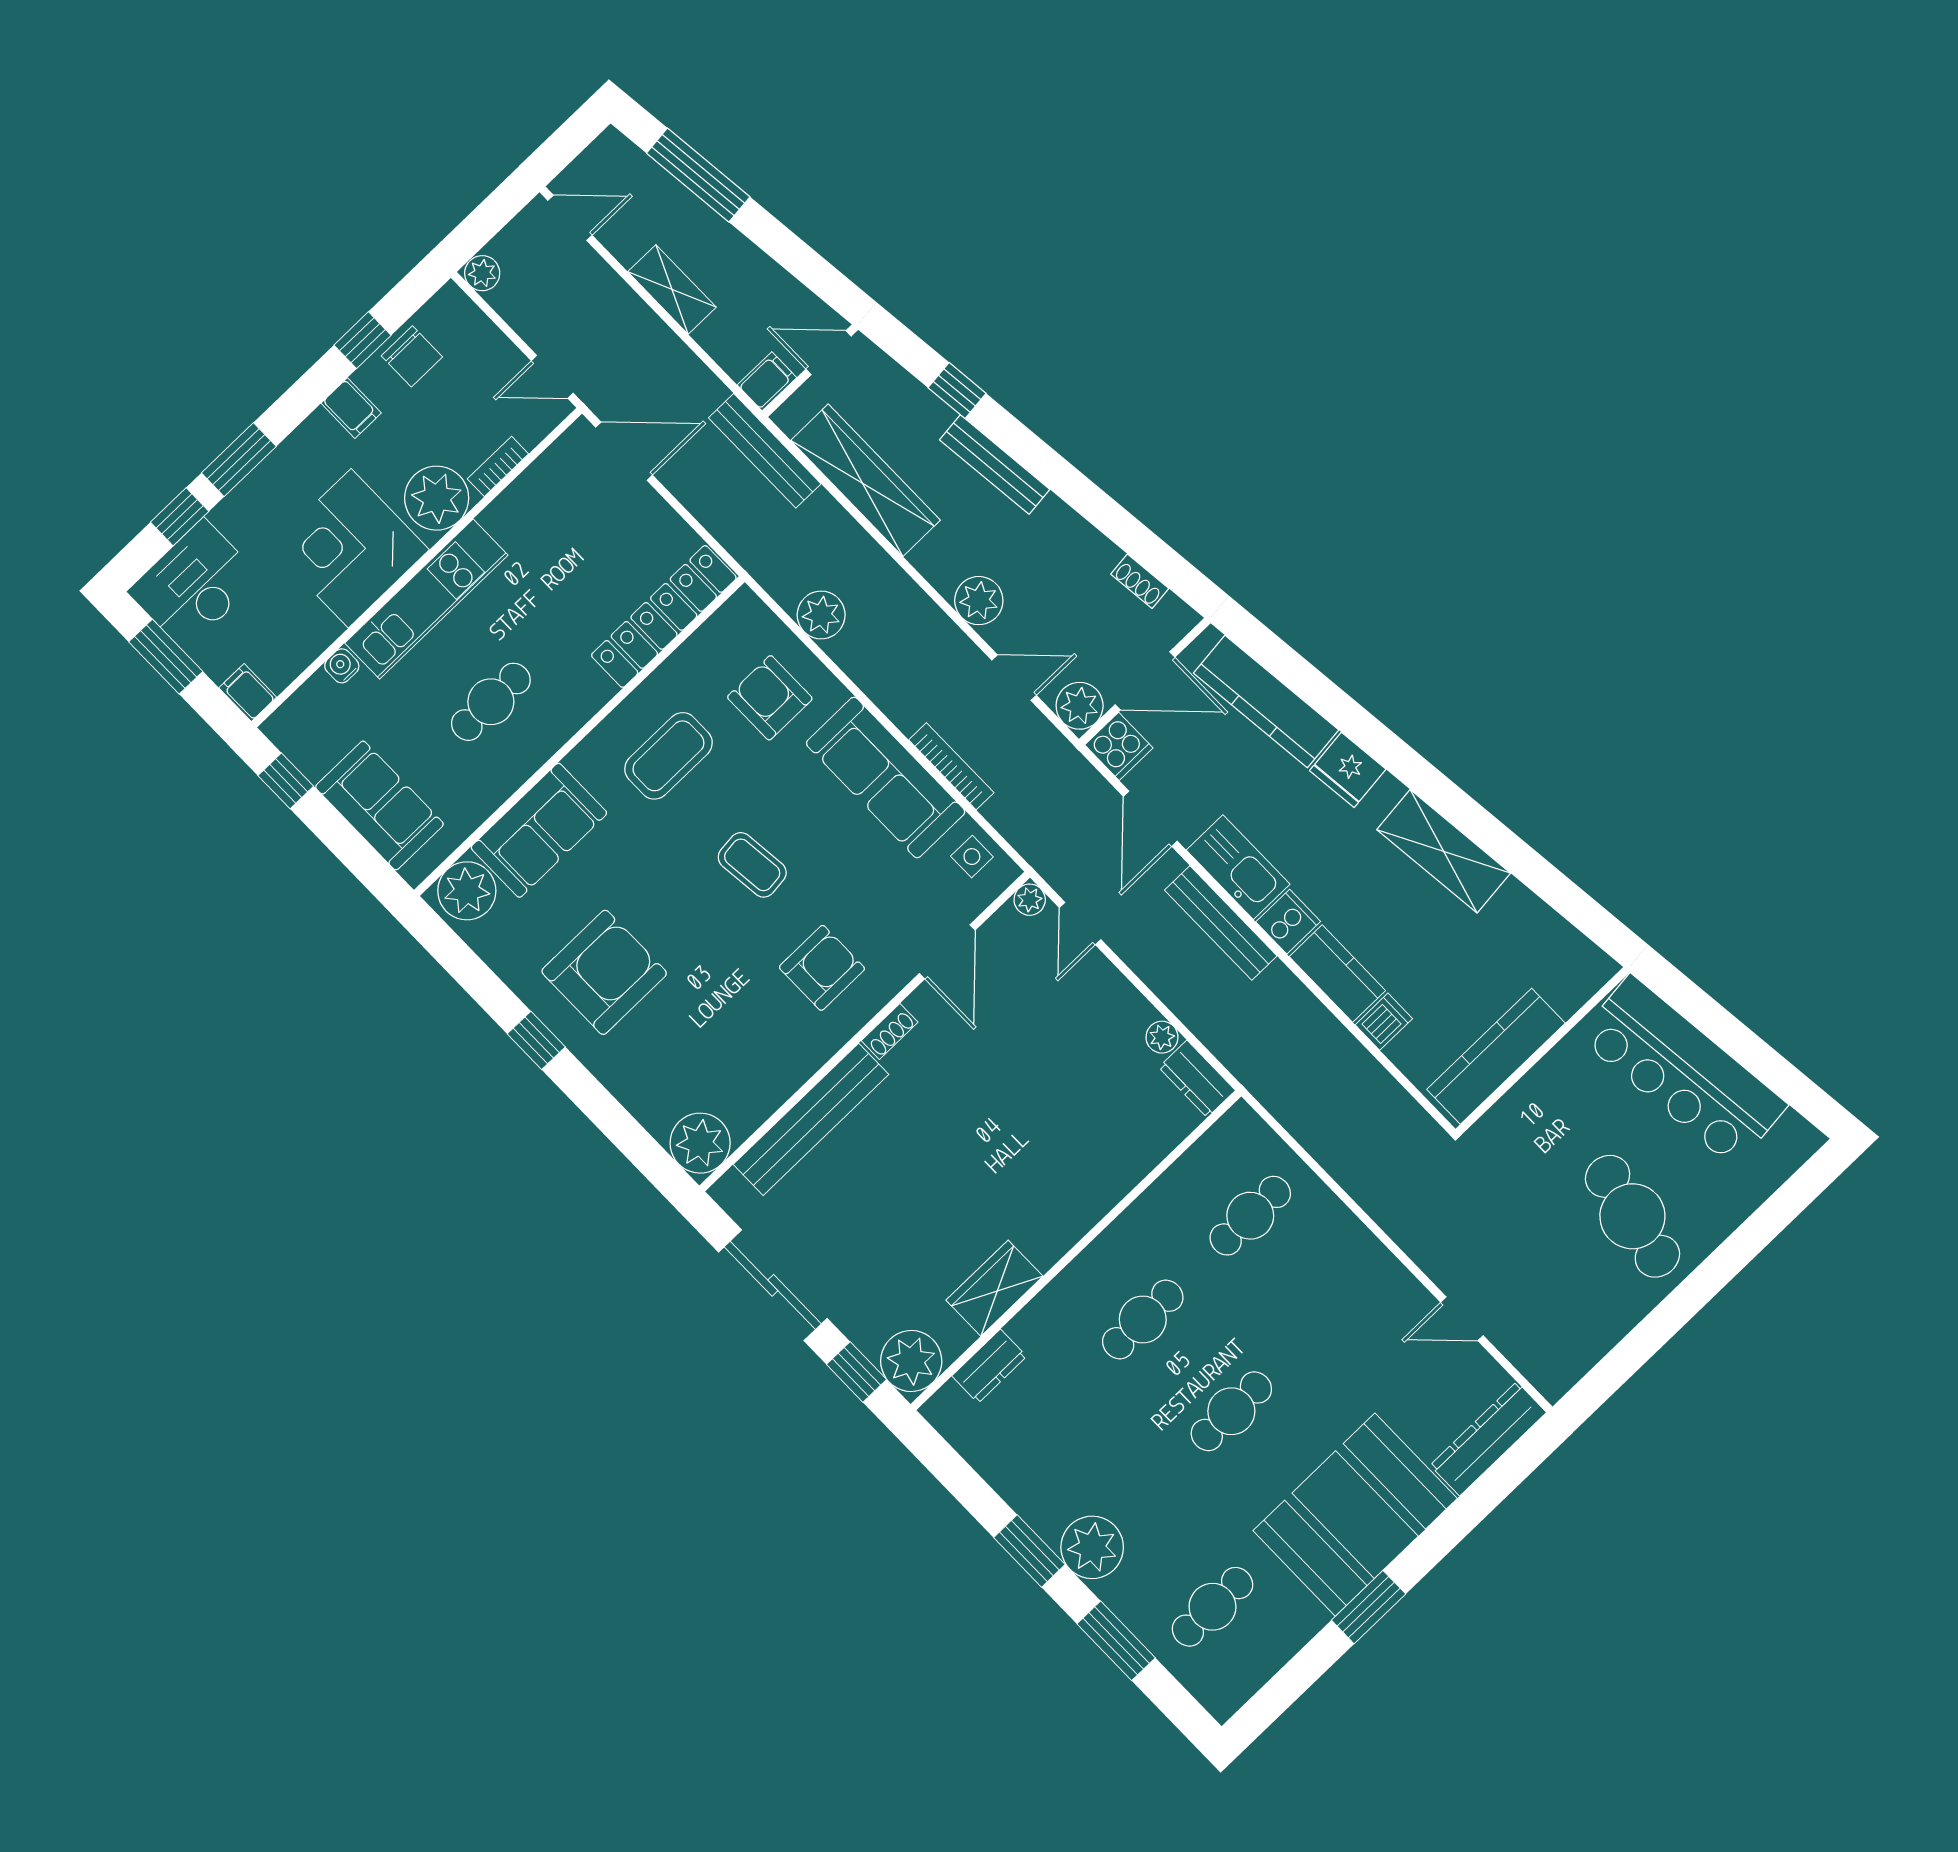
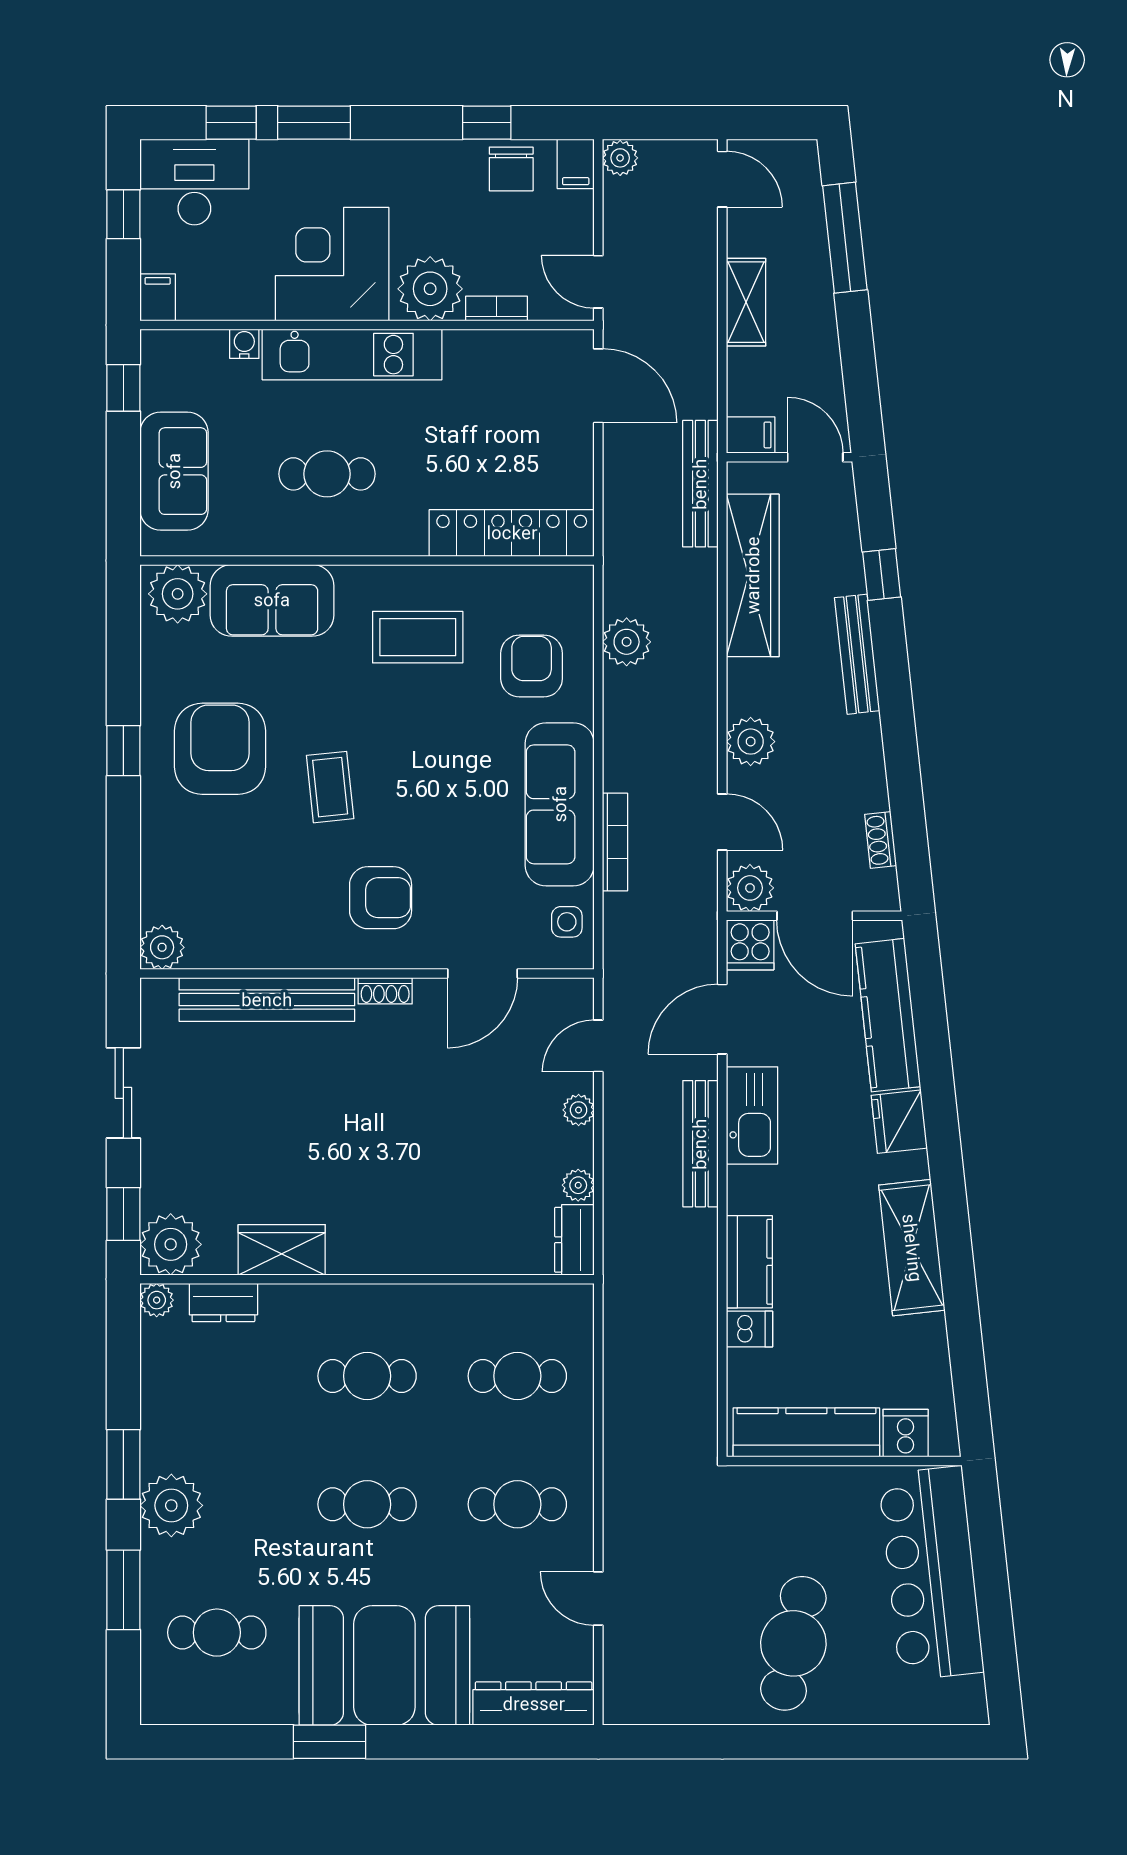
filing cabinet: (351, 408) -> (576, 164), moved
window: (166, 657) -> (123, 214), width x0.67
coffee table: (752, 865) -> (330, 787), moved
plant: (1030, 900) -> (579, 1110), moved
cooker: (1288, 922) -> (906, 1433), moved, turned -90
armchair: (604, 972) -> (220, 749), turned -90
plant: (700, 1143) -> (162, 947), width x0.73, depth x0.73
sliding door: (773, 1285) -> (123, 1093), width x0.73
cafe table: (1339, 1307) -> (517, 1504), added
plant: (940, 1411) -> (157, 1300), added

